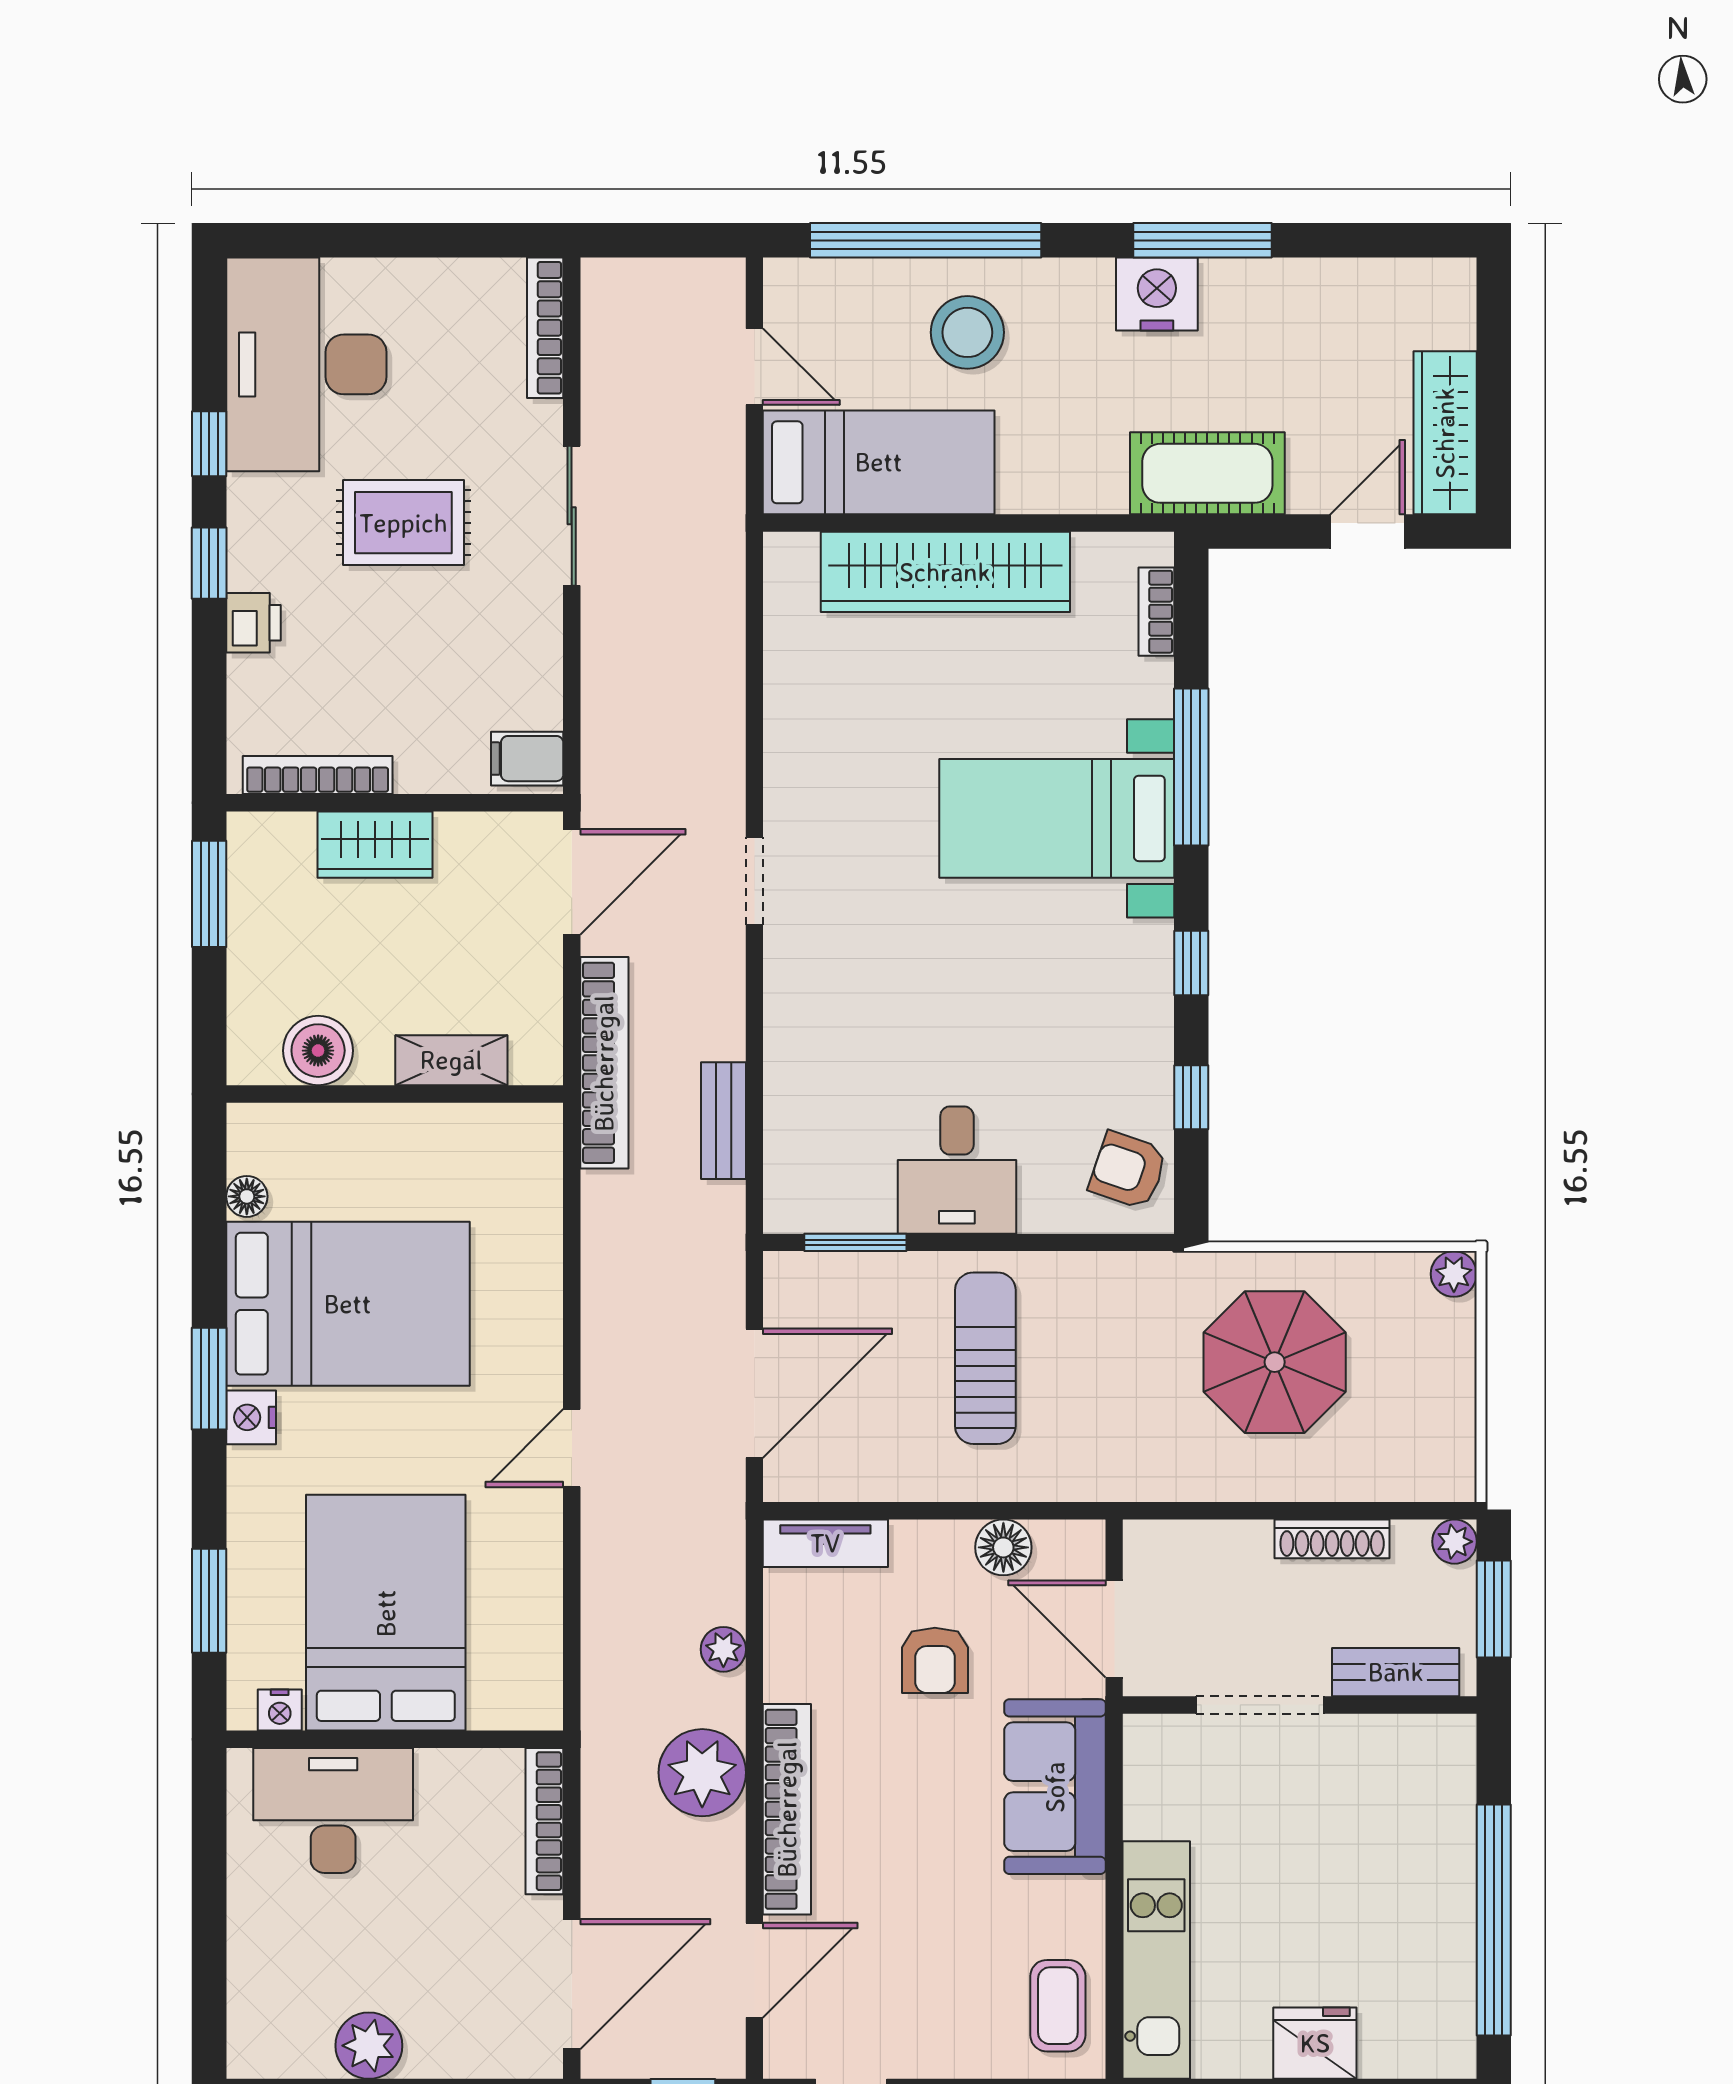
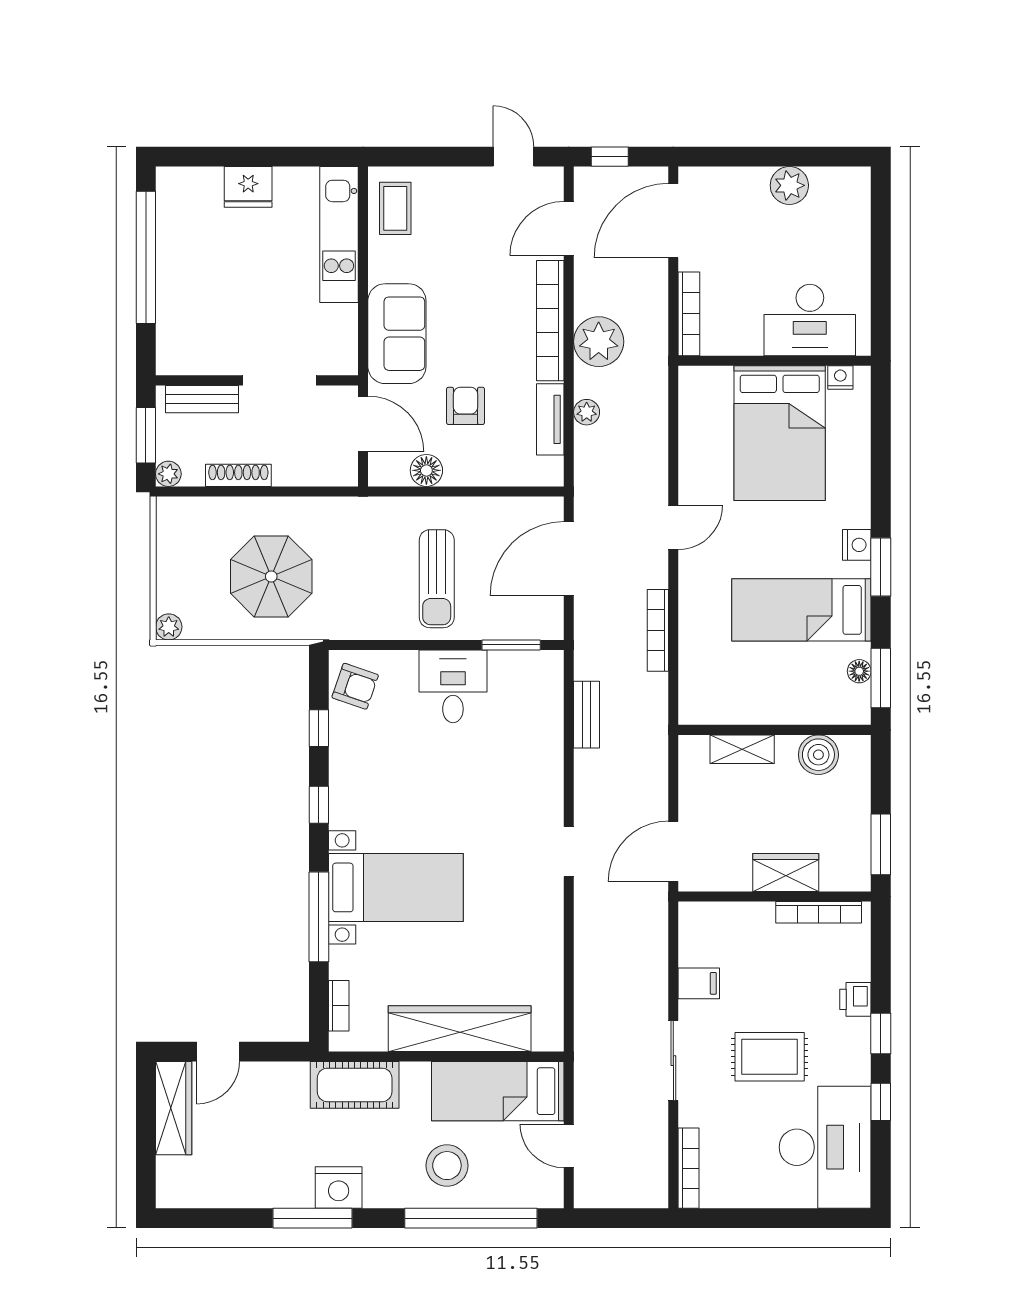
cot: (1207, 473) -> (355, 1085), moved
filing cabinet: (527, 759) -> (699, 983), moved
bookcase: (604, 1063) -> (658, 630), moved, width x0.68, depth x0.76
bed: (348, 1304) -> (801, 610), width x0.67
tv unit: (825, 1543) -> (550, 419), moved, turned -90
window: (209, 1601) -> (881, 678), moved

